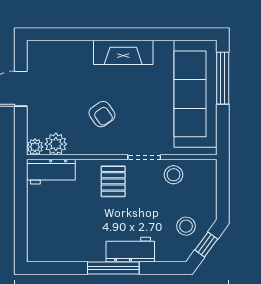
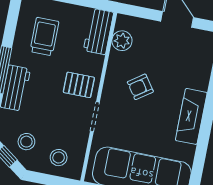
plant: (35, 147) -> (123, 22), removed
stool: (174, 175) -> (59, 158), moved
trolley: (68, 229) -> (44, 36), added

